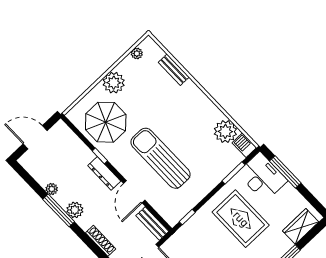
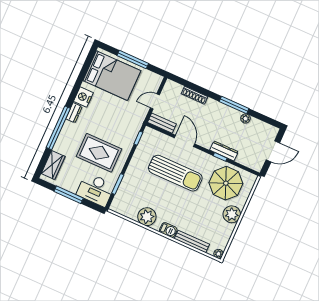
plant: (137, 53) -> (218, 254), moved
bench: (174, 70) -> (192, 242), width x1.36
plant: (225, 132) -> (147, 217), moved
barbecue: (244, 145) -> (168, 230), moved
window: (285, 172) -> (69, 195), moved
dresser: (104, 173) -> (224, 151), moved
plant: (75, 210) -> (222, 110), removed

